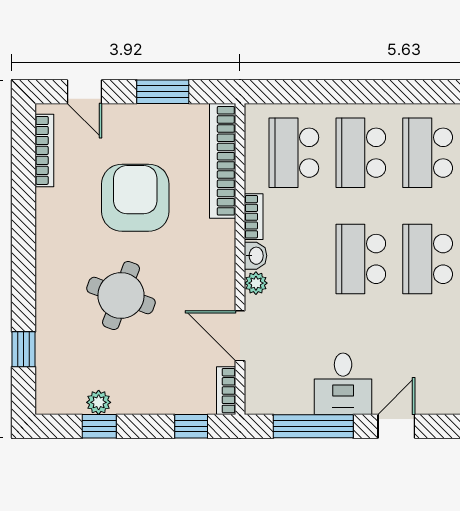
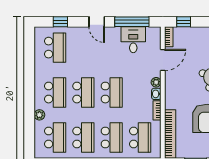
door: (240, 336) -> (163, 60), hinge flipped
desk: (343, 384) -> (133, 40), moved
door: (396, 426) -> (97, 22), hinge flipped

